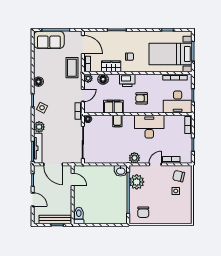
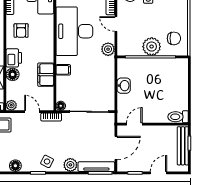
floor lamp: (103, 79) -> (13, 74), moved
armchair: (142, 98) -> (21, 31), moved
desk: (149, 127) -> (74, 31), width x1.36, depth x1.30
washbasin: (121, 171) -> (124, 86), moved
plant: (137, 182) -> (152, 47), moved

